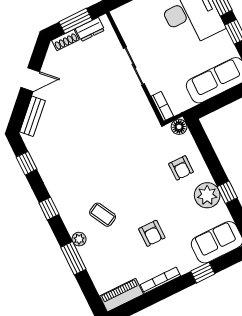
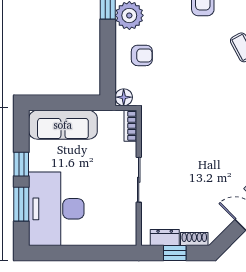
window: (76, 21) -> (175, 253), width x0.67
armchair: (181, 168) -> (142, 55), turned 90

